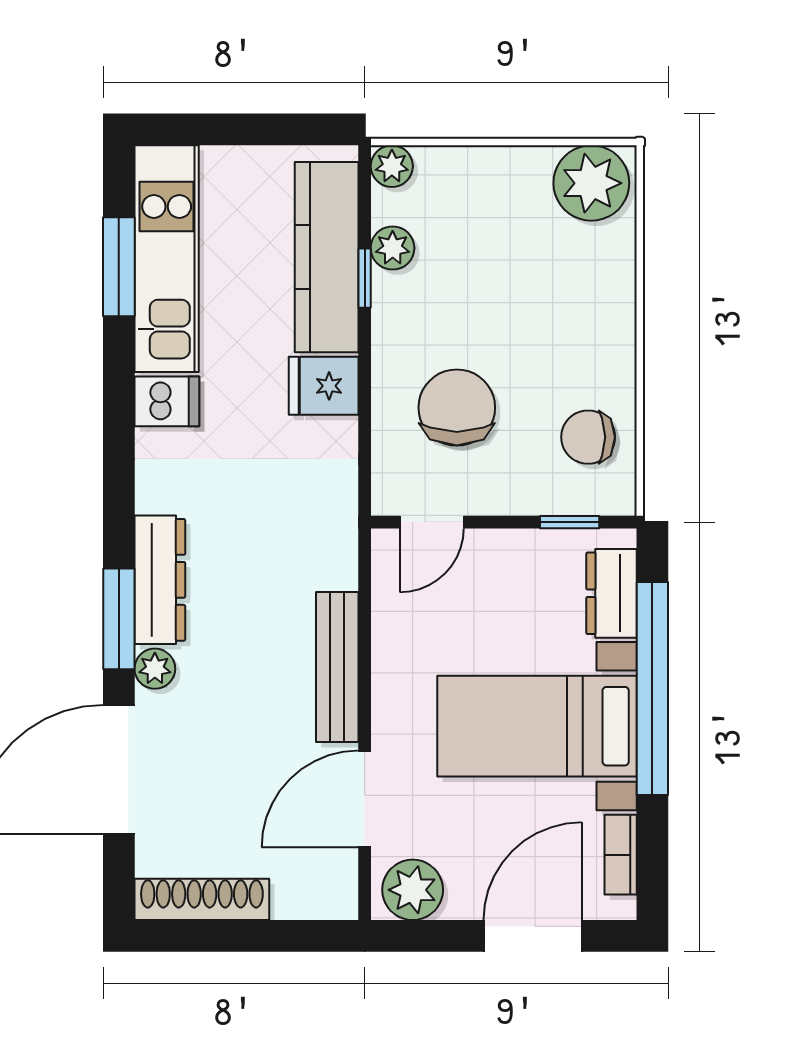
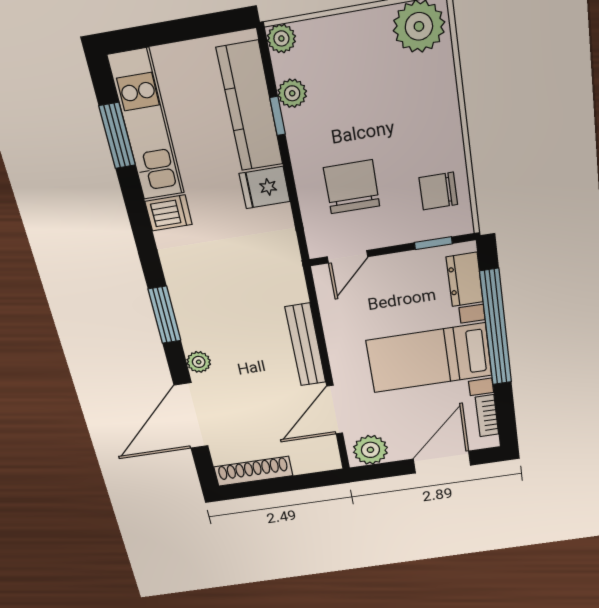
dresser: (160, 580) -> (190, 315), removed
window: (119, 619) -> (164, 315), moved

